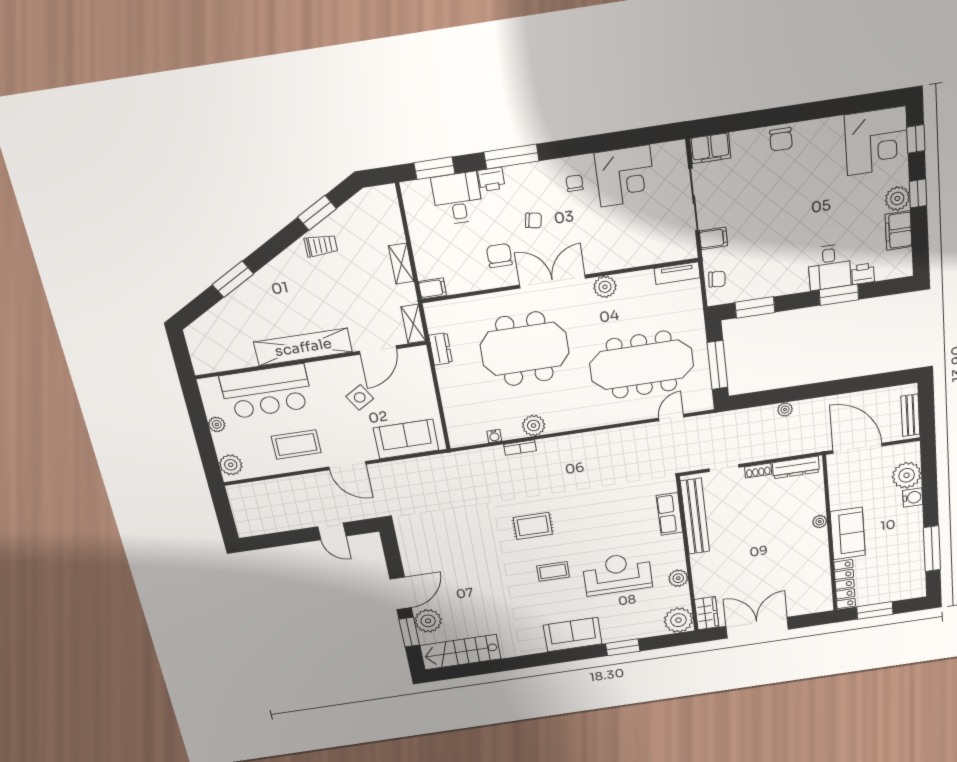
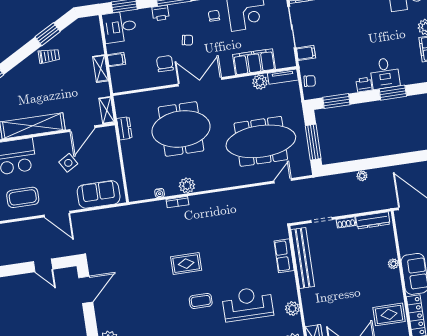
desk: (457, 198) -> (119, 27), moved, turned -90
filing cabinet: (634, 252) -> (254, 62), added
printer: (863, 274) -> (364, 85), moved
plant: (605, 287) -> (260, 82), moved
filing cabinet: (432, 288) -> (116, 60), moved
rug: (808, 583) -> (389, 314), added
door: (401, 593) -> (86, 290), moved

